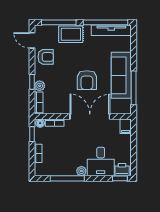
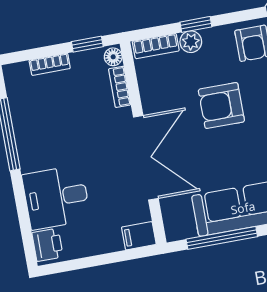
armchair: (87, 80) -> (221, 106), moved
plant: (81, 171) -> (29, 161), removed
window: (120, 178) -> (28, 244), removed

